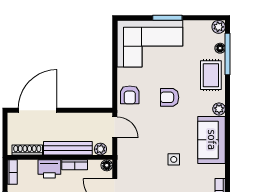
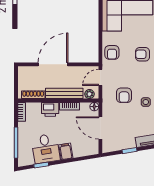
door: (38, 110) -> (53, 64), moved
door: (115, 127) -> (100, 77), swing flipped
armchair: (145, 151) -> (124, 95), added

